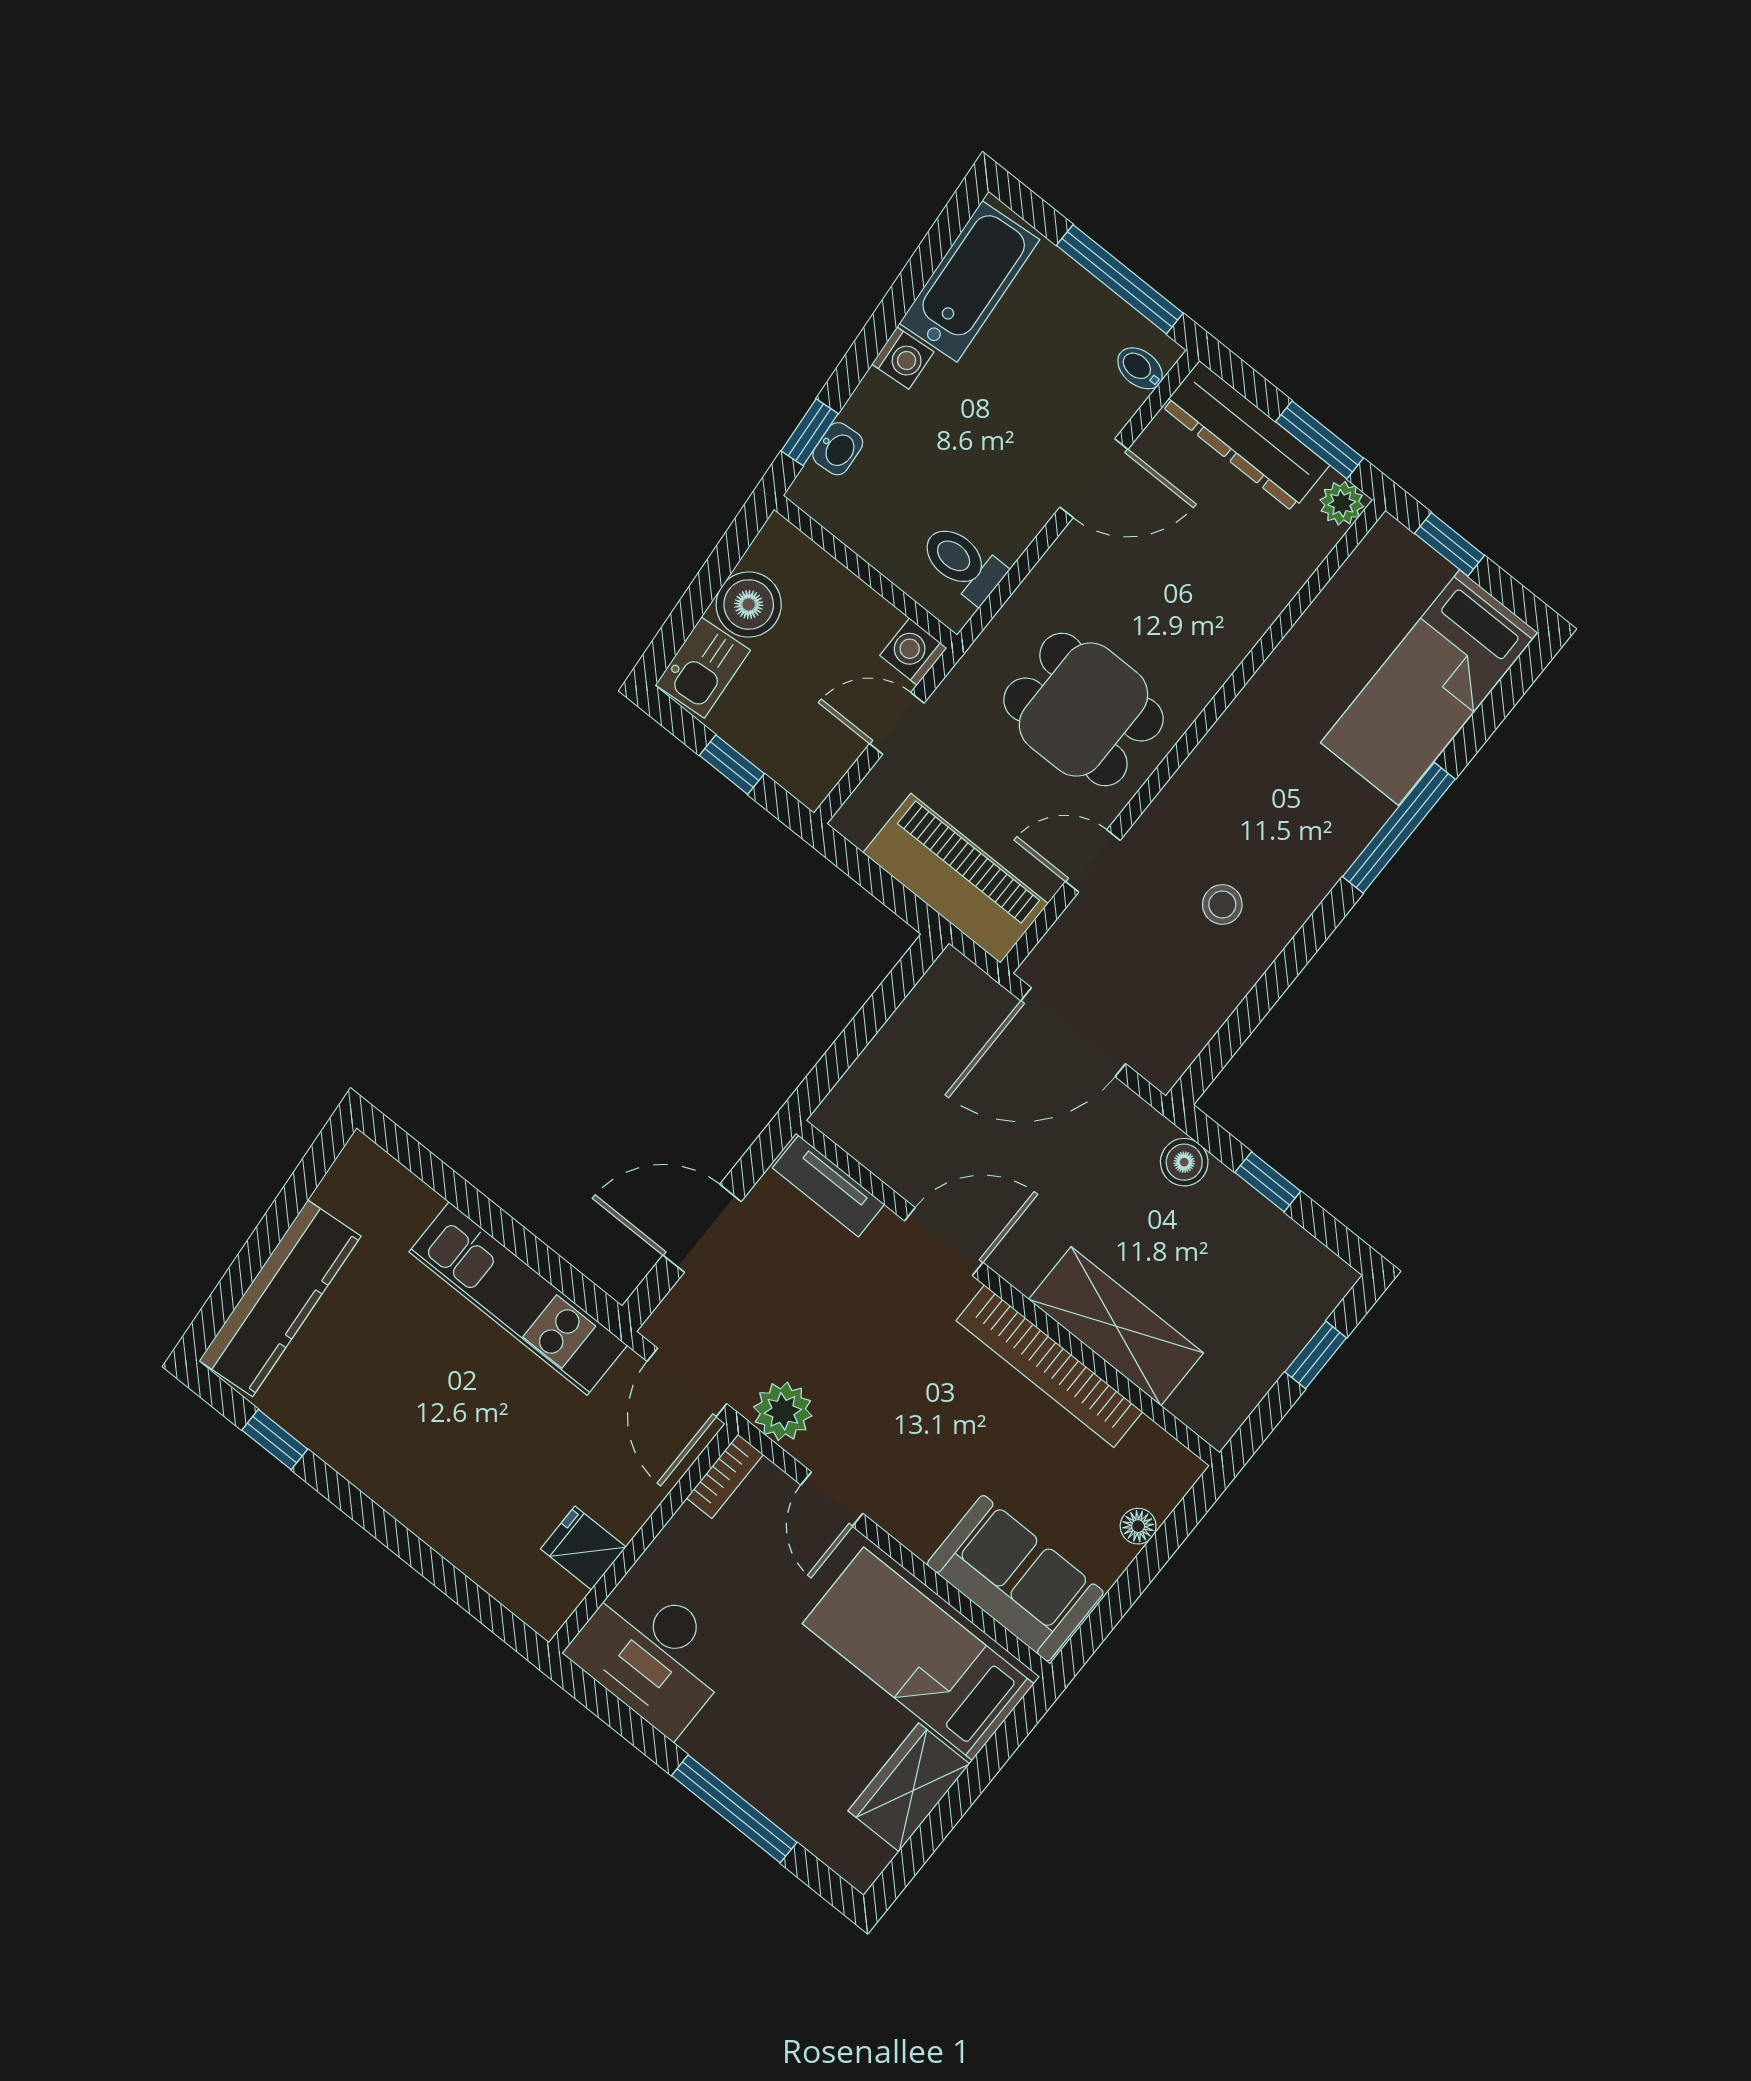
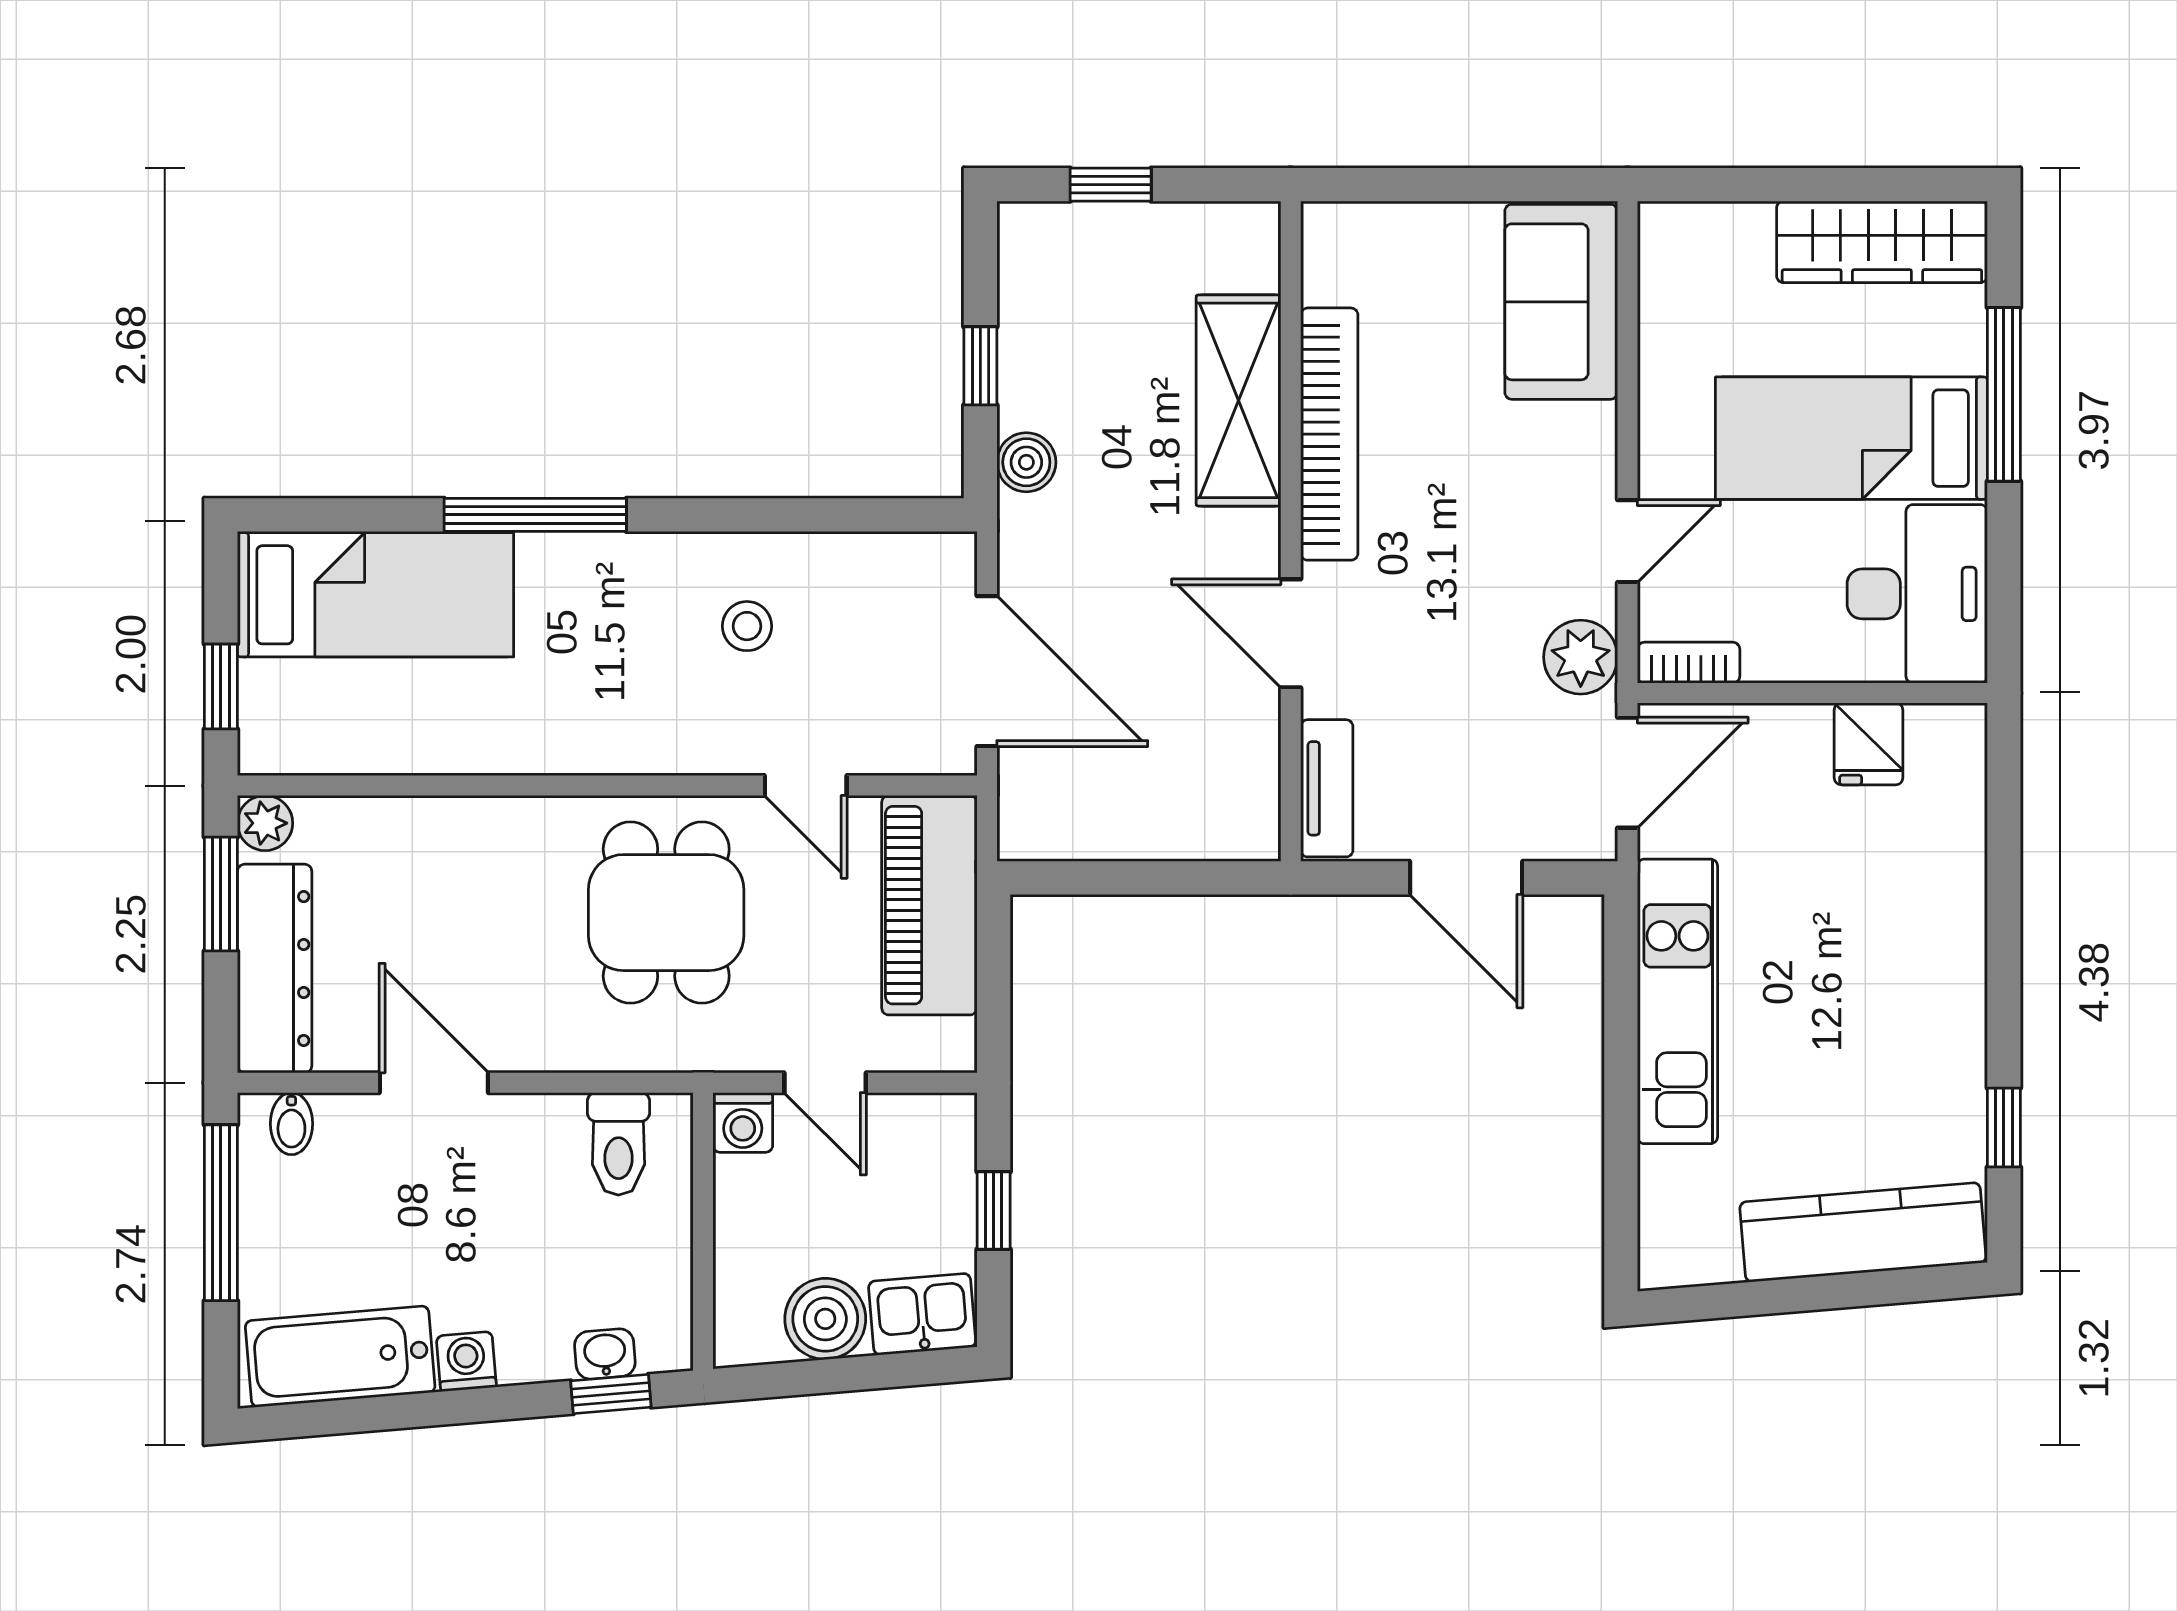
floor lamp: (1138, 1526) -> (1415, 223), removed
bed: (918, 1654) -> (1851, 438), moved, turned 90
wardrobe: (909, 1787) -> (1882, 242), width x1.50

